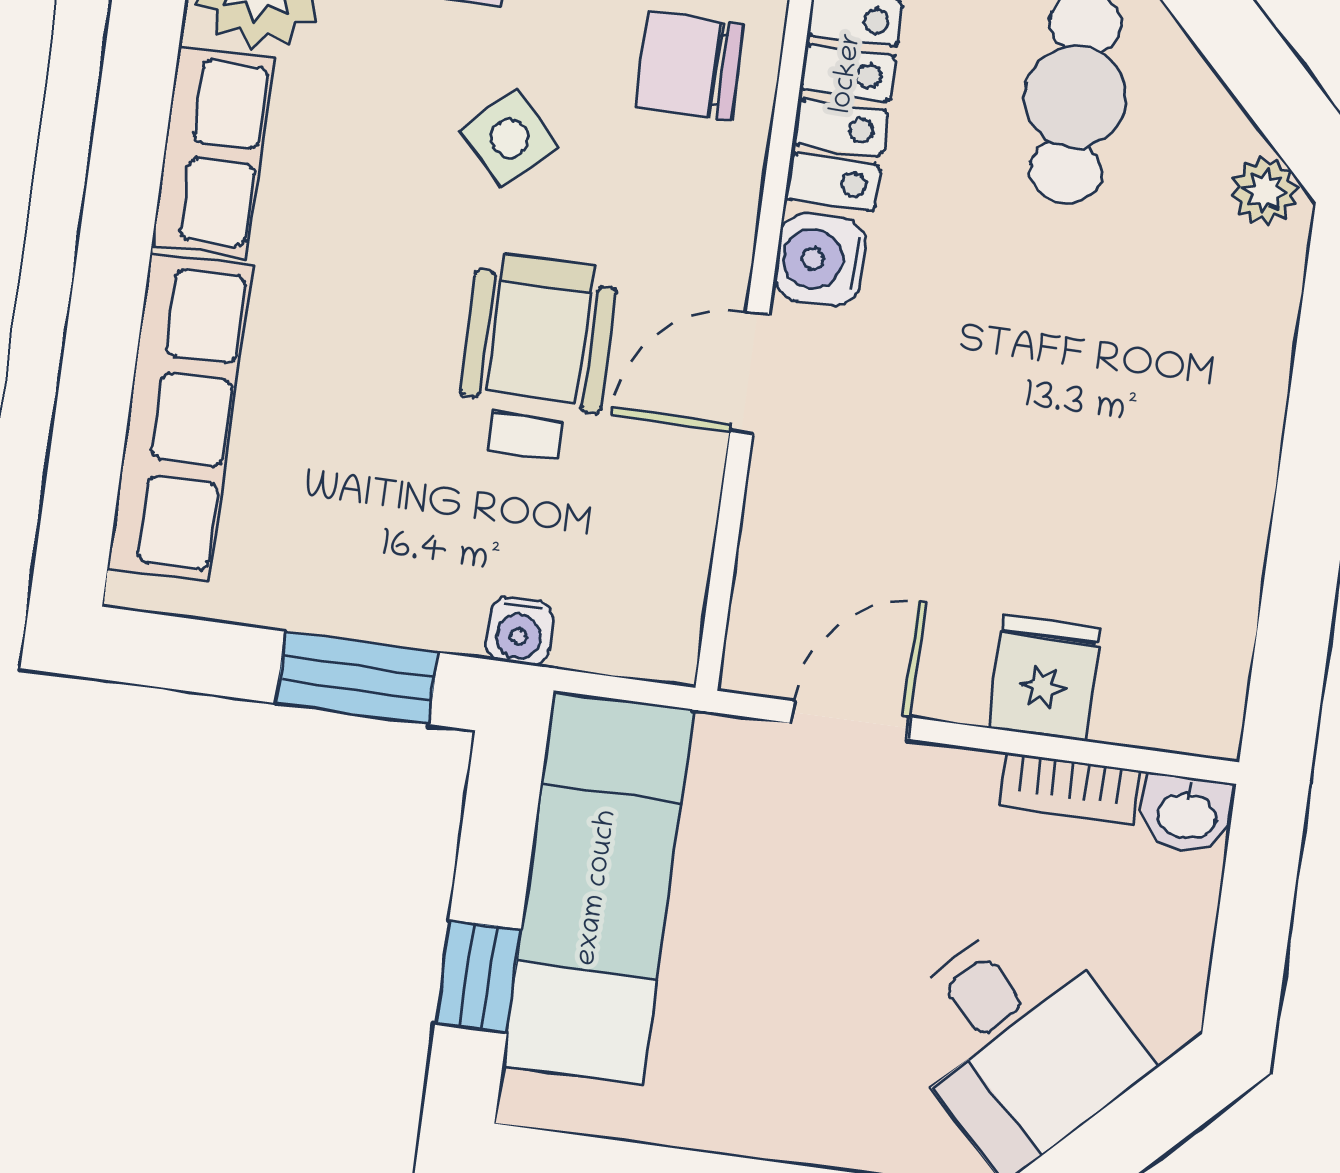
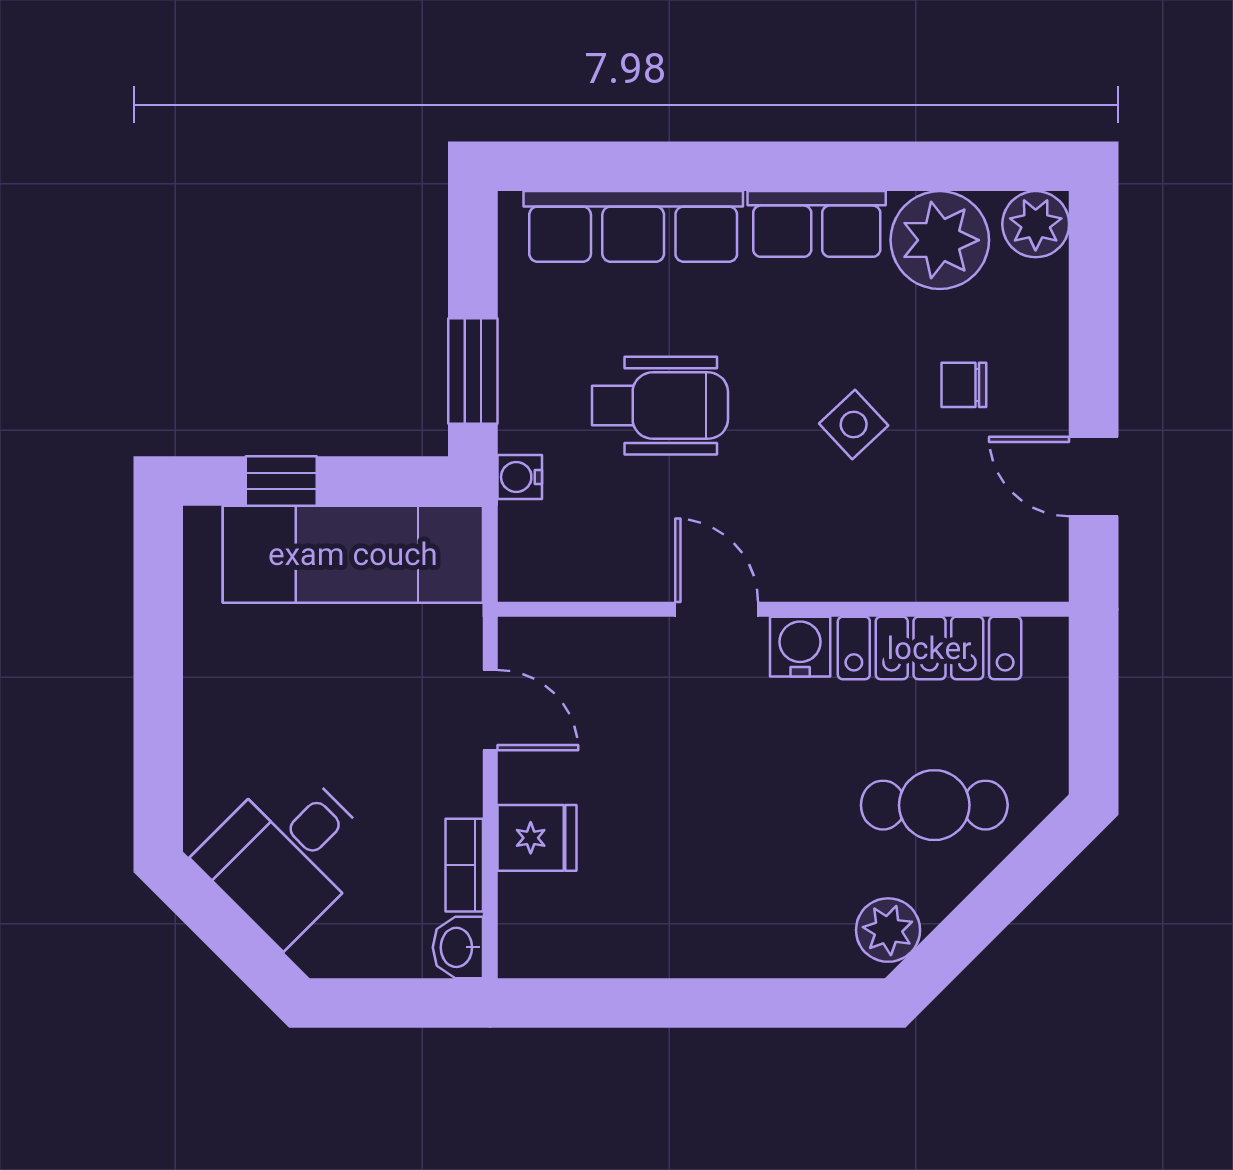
chair: (690, 66) -> (919, 540), removed
plant: (1265, 191) -> (888, 930), width x1.38, depth x1.38
wheelchair: (536, 357) -> (660, 406), moved

